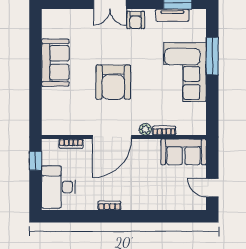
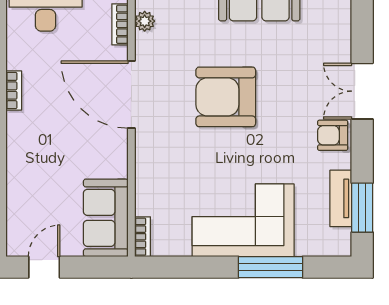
plant: (145, 129) -> (145, 21), moved
bookcase: (164, 131) -> (143, 237), moved

